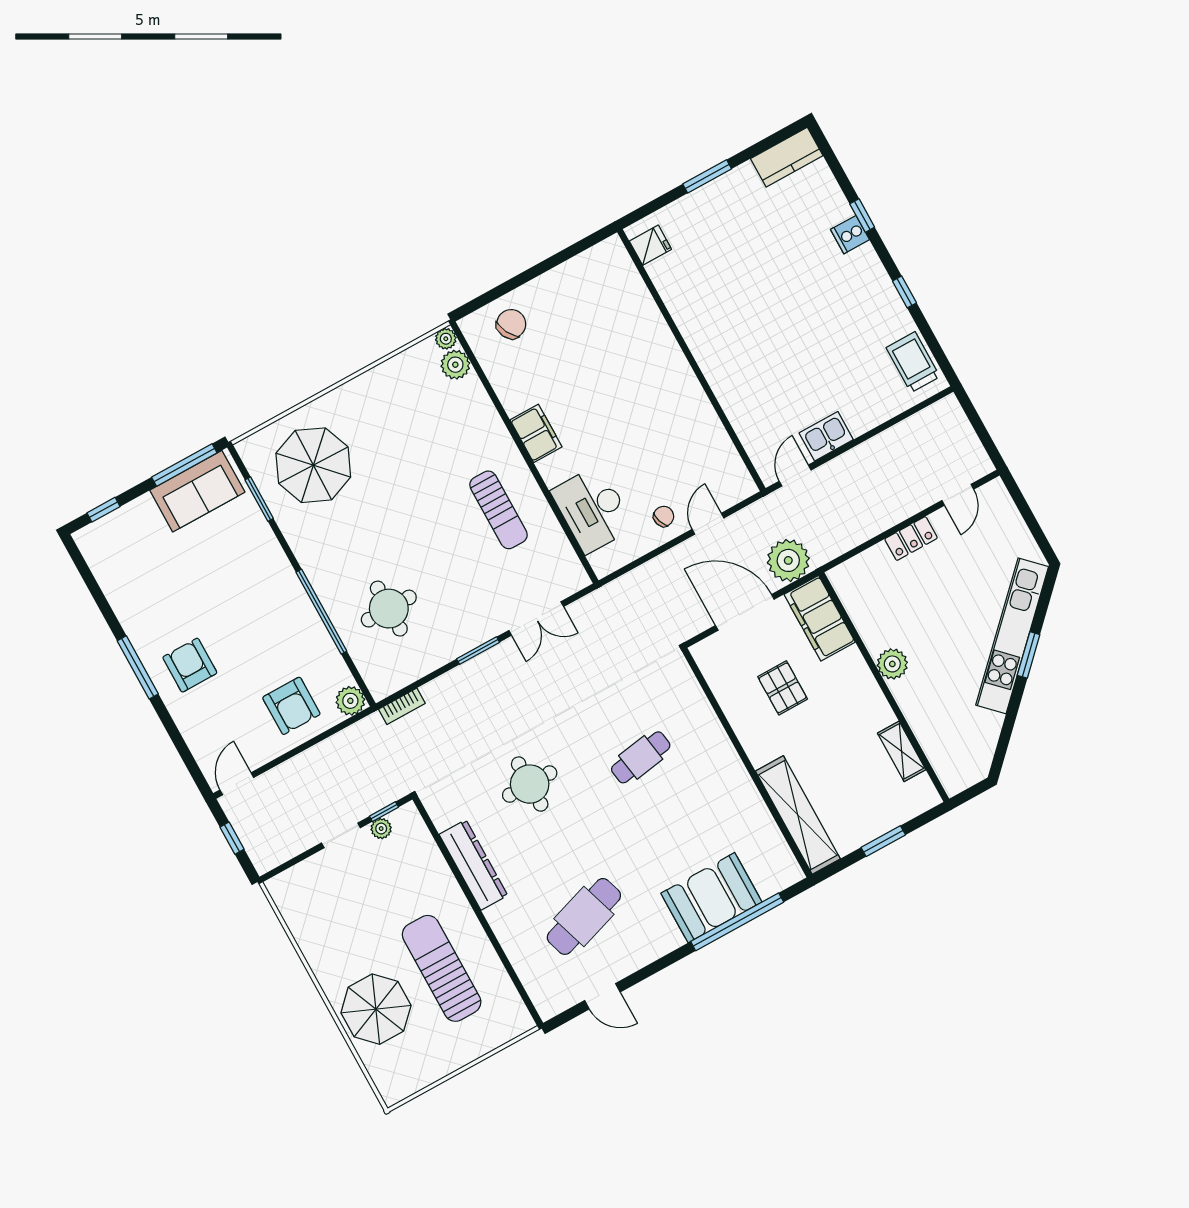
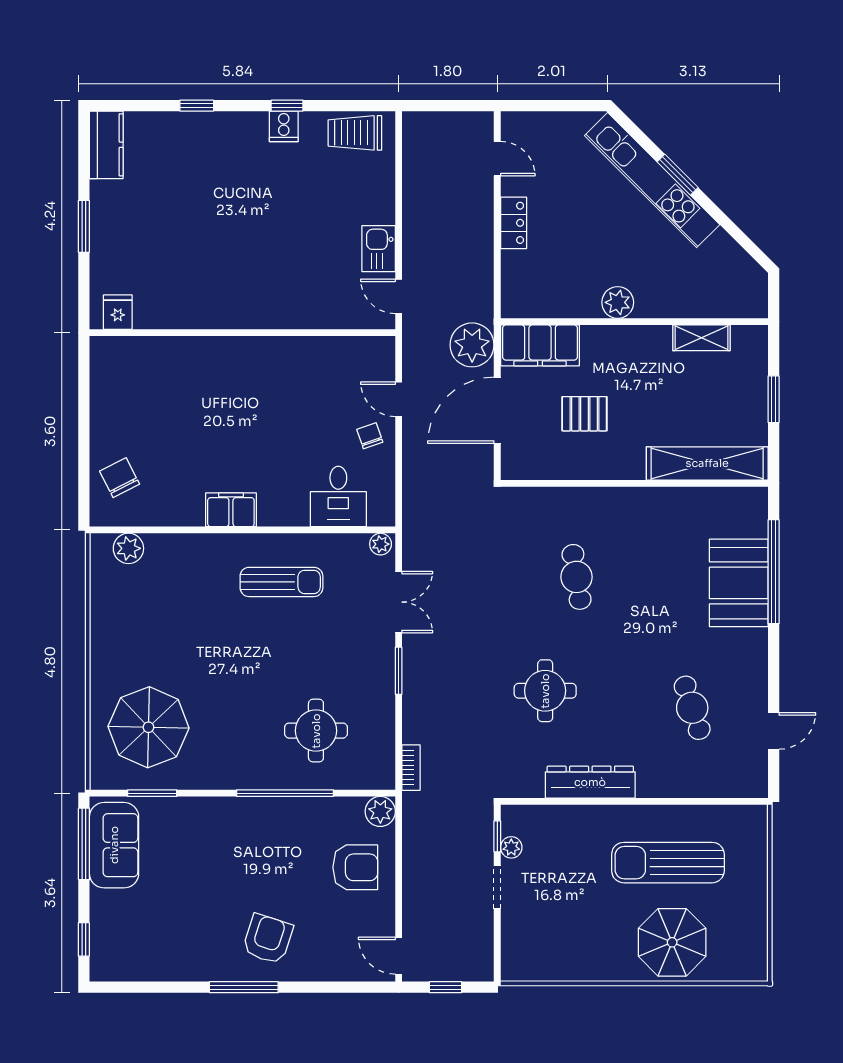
cooker: (850, 235) -> (284, 126), moved
plant: (446, 339) -> (381, 544), moved
desk: (593, 509) -> (338, 496), width x0.73
armchair: (190, 665) -> (268, 939), turned 108
cafe table: (584, 916) -> (692, 708), width x0.73, depth x0.74

